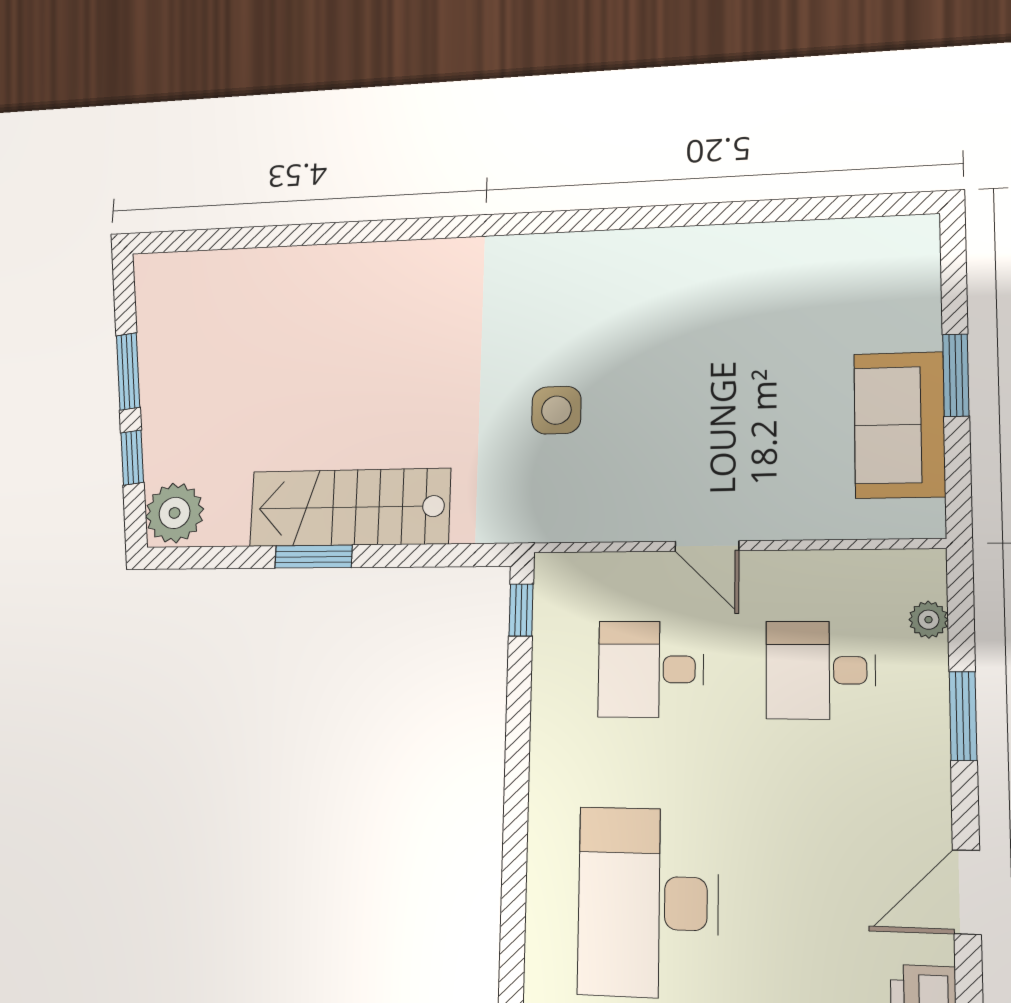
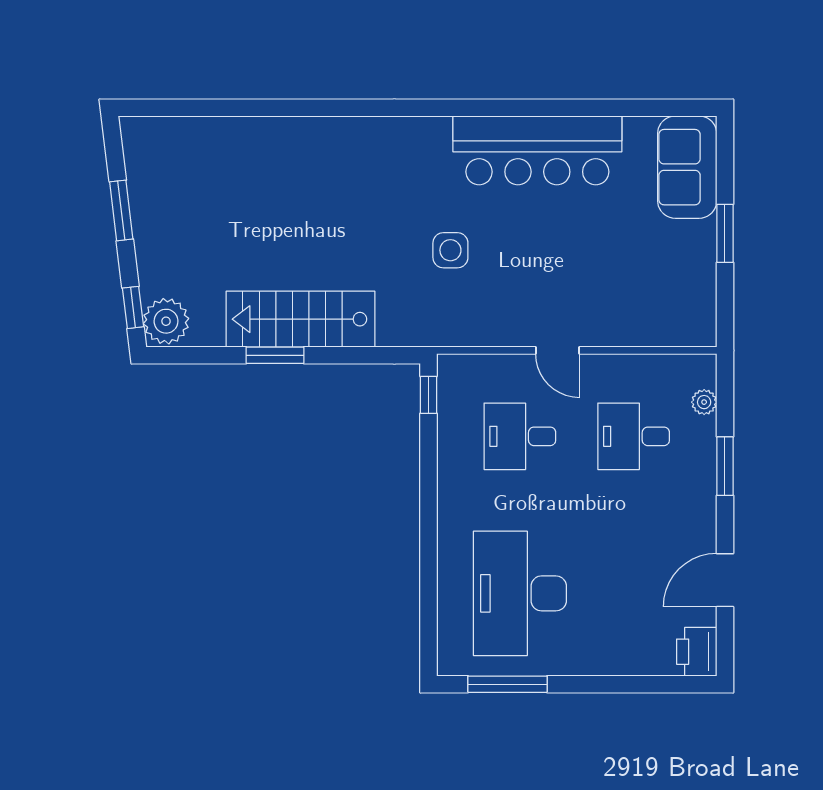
bar counter: (680, 272) -> (537, 150), added
sofa: (899, 425) -> (687, 167), moved
window: (132, 458) -> (133, 307), moved

